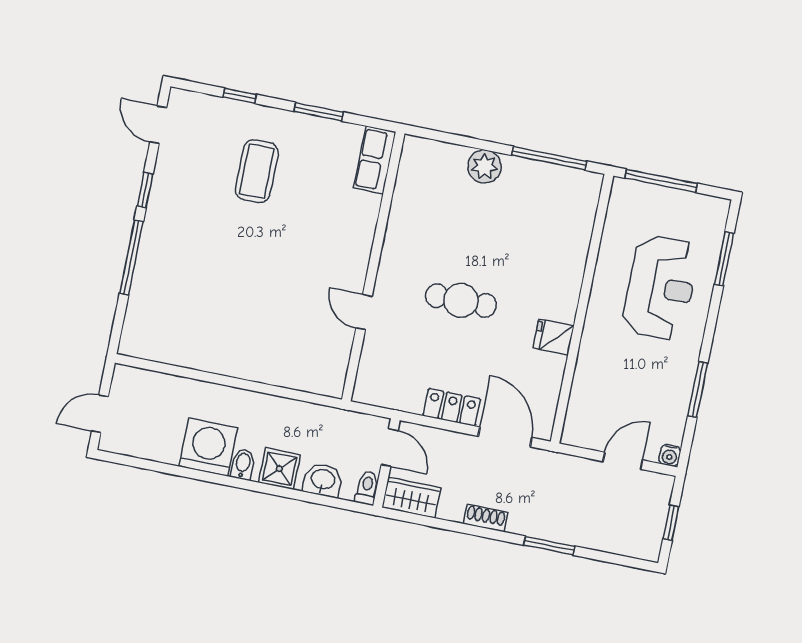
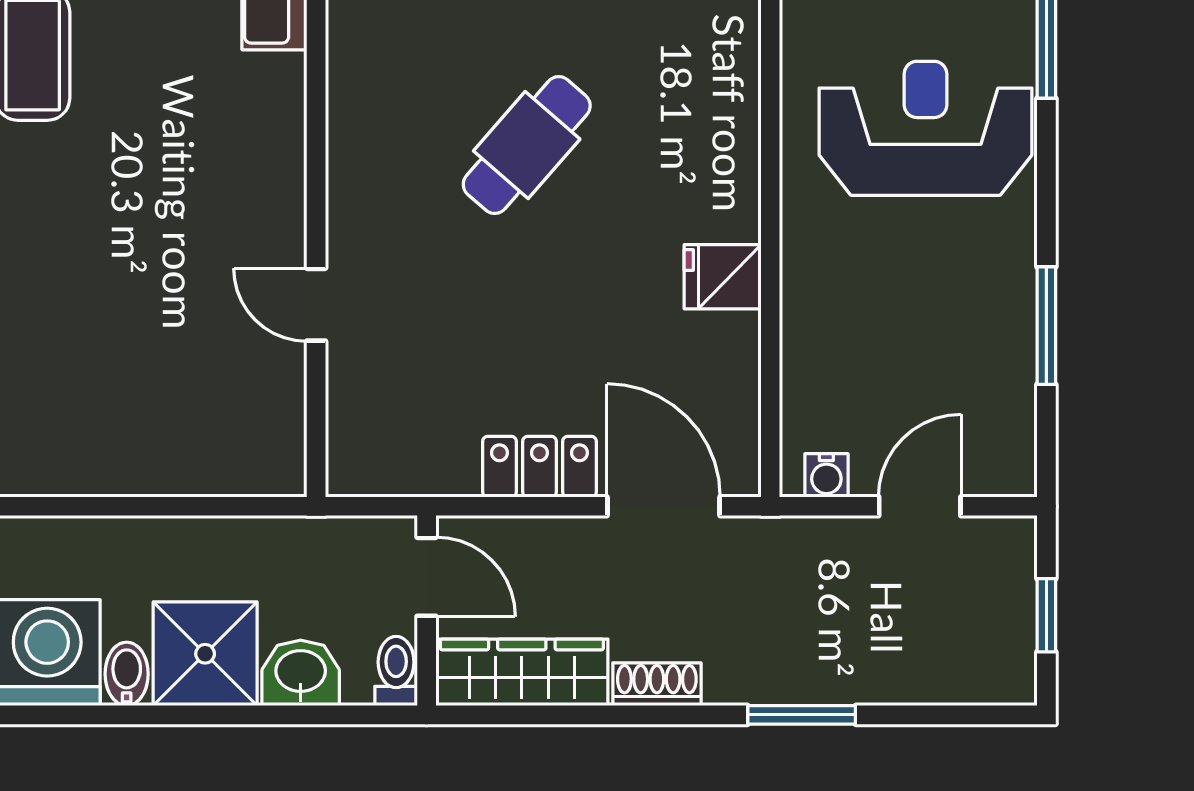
reception desk: (660, 288) -> (925, 128), turned -90
cafe table: (461, 300) -> (527, 145), moved, turned -49
water cooler: (670, 455) -> (826, 475), moved
shower: (279, 469) -> (205, 654), width x1.36, depth x1.36
wardrobe: (411, 498) -> (522, 672), width x1.50

